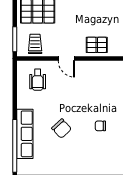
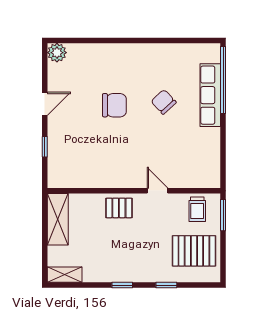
wheelchair: (38, 80) -> (194, 164), removed
chair: (100, 126) -> (114, 105), width x1.87, depth x1.87

